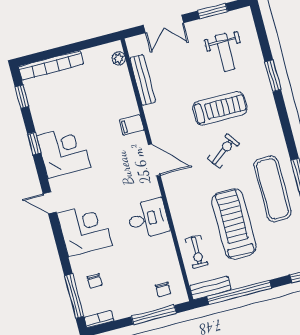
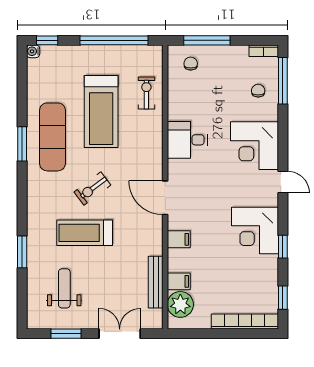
plant: (119, 58) -> (180, 304), width x1.87, depth x1.87
filing cabinet: (122, 86) -> (179, 281), added
bench: (210, 288) -> (142, 53), removed

